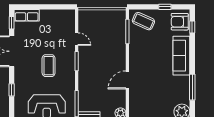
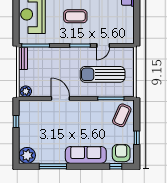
sun lounger: (104, 40) -> (103, 74), added

